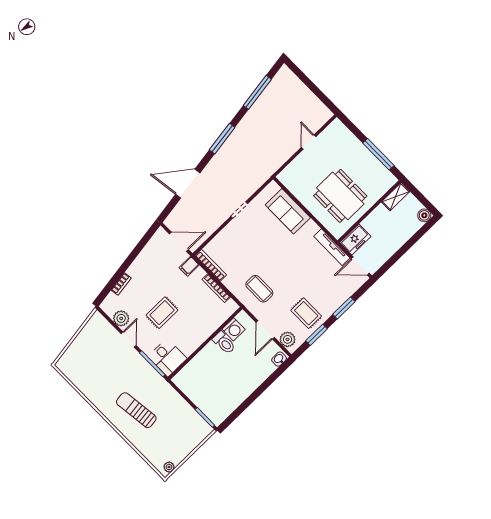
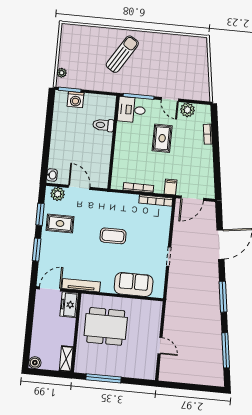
coffee table: (259, 289) -> (113, 236), moved
washing machine: (234, 329) -> (76, 100), moved, turned -90
toilet: (224, 343) -> (103, 125), moved
sun lounger: (136, 410) -> (122, 54), turned -51
plant: (169, 467) -> (62, 73), moved

